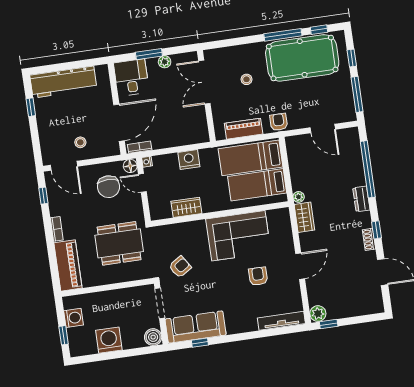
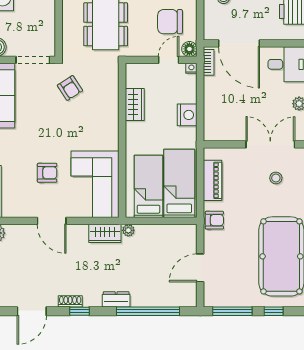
stool: (247, 79) -> (276, 178), moved
corner sofa: (238, 236) -> (95, 184), moved

